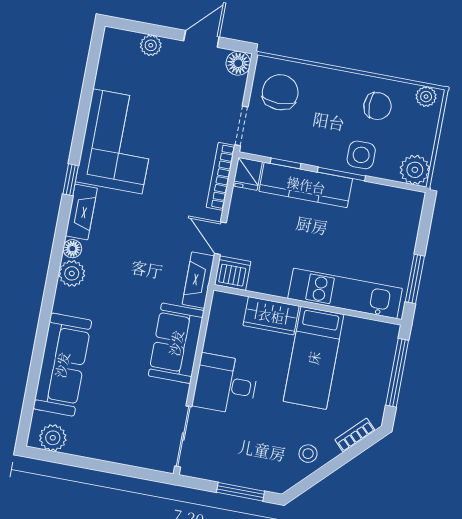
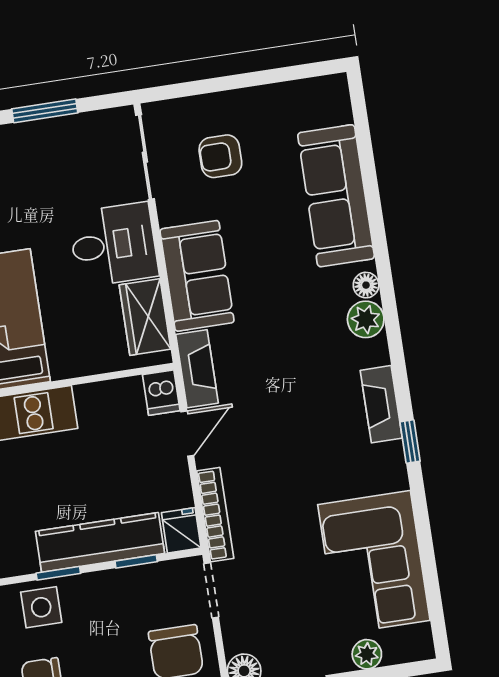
corner sofa: (117, 141) -> (374, 562), moved
window: (341, 174) -> (58, 573), width x0.67
door: (220, 238) -> (187, 434), hinge flipped
floor lamp: (72, 249) -> (366, 285), moved
dishwasher: (233, 273) -> (161, 393), width x0.73
wardrobe: (271, 316) -> (145, 317), moved, turned -90
armchair: (132, 419) -> (220, 156), added
plant: (53, 438) -> (315, 96), removed

